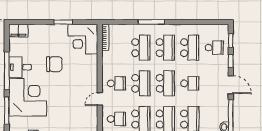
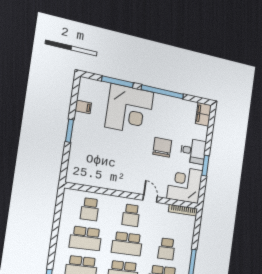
school desk: (141, 48) -> (167, 249), width x0.54
chair: (54, 64) -> (162, 147), turned 180
desk: (20, 67) -> (193, 151), moved, turned 90
door: (100, 99) -> (150, 199), moved

